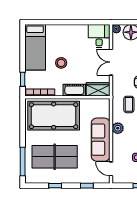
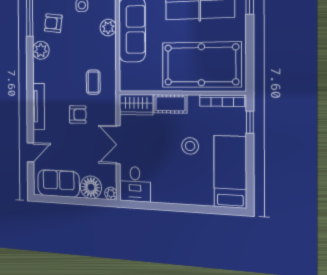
double door: (111, 62) -> (118, 145), swing flipped
plant: (118, 128) -> (108, 28), moved

